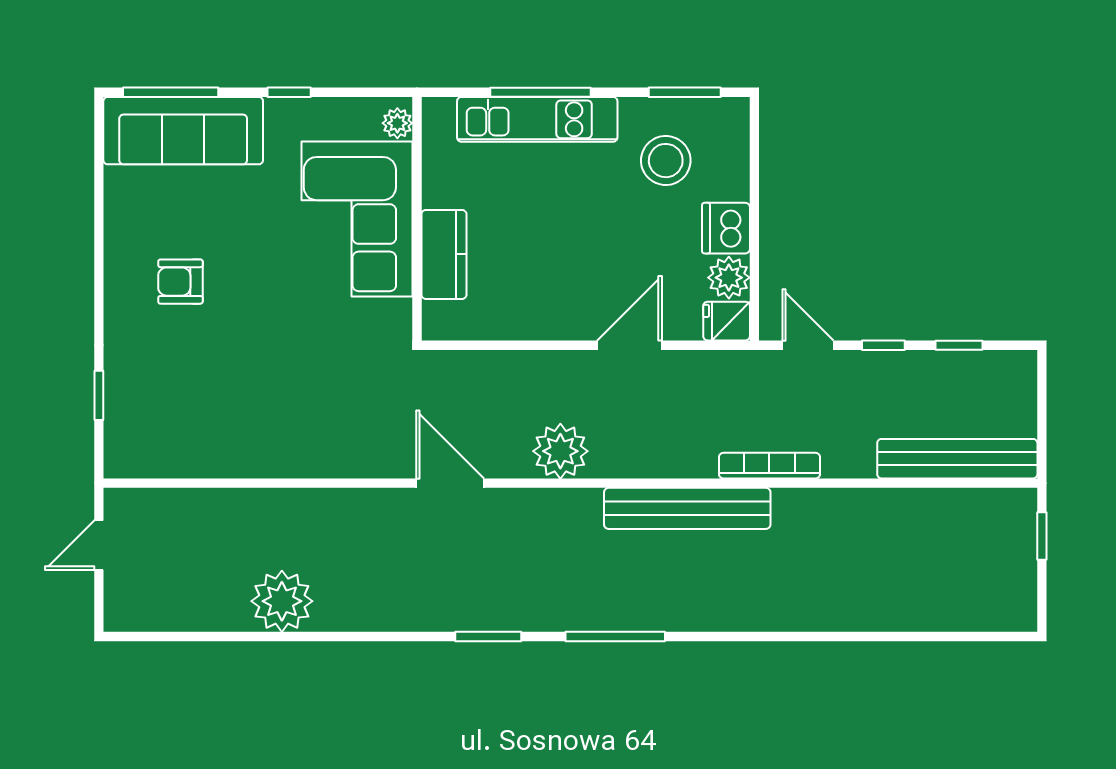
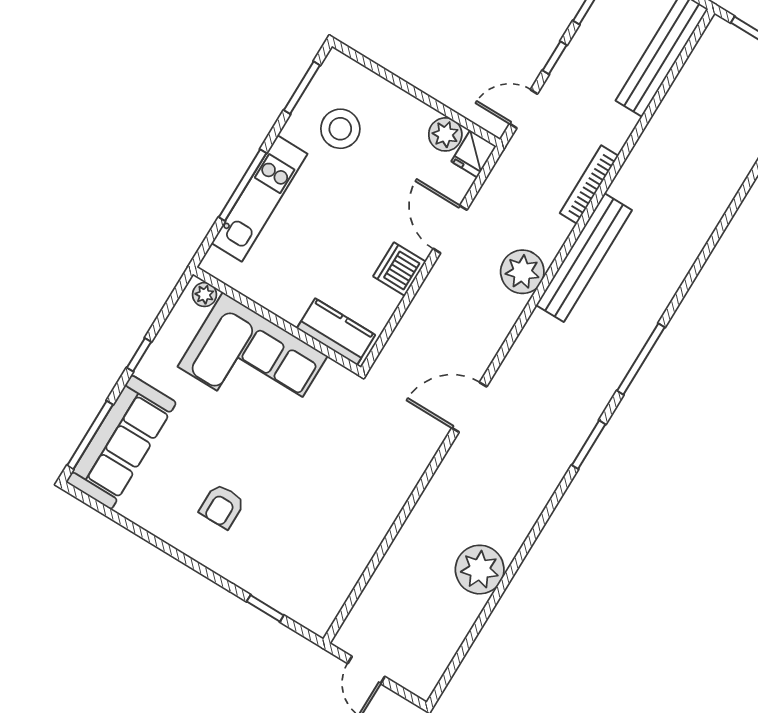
dishwasher: (726, 228) -> (399, 269), moved, turned 90
kitchen counter: (444, 254) -> (336, 332), moved
plant: (560, 451) -> (522, 272), moved

